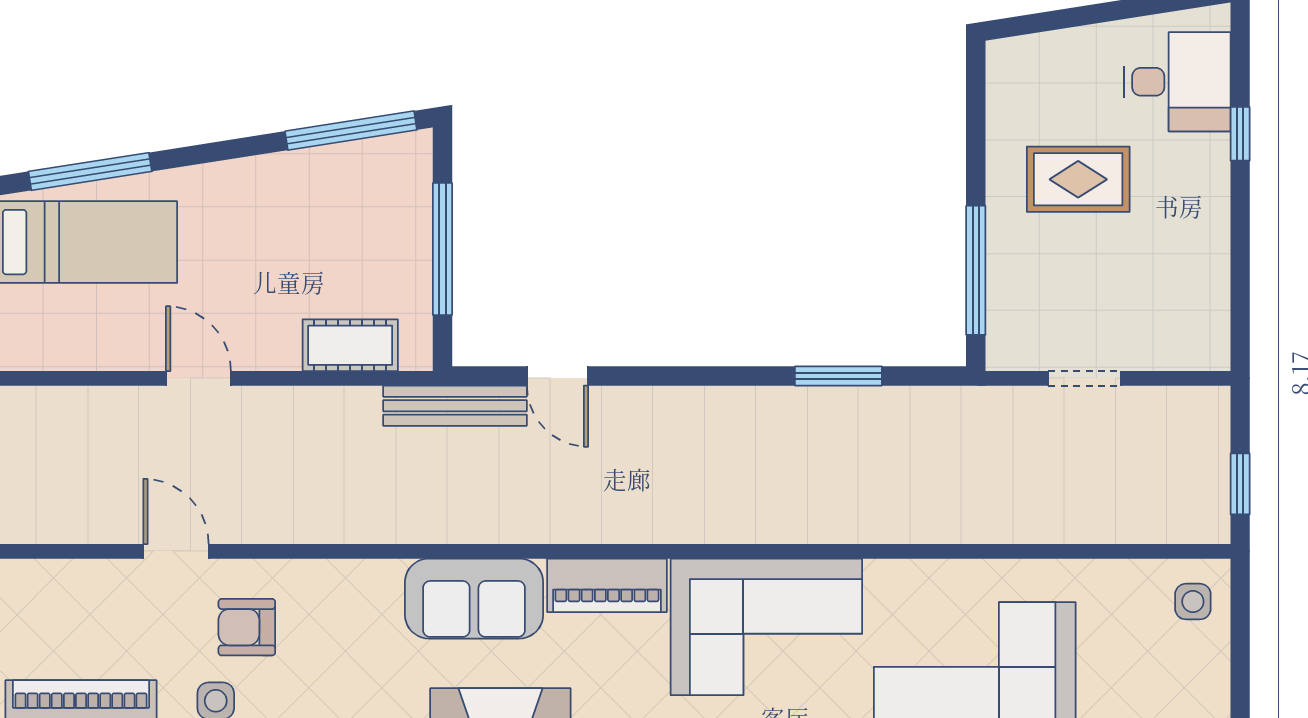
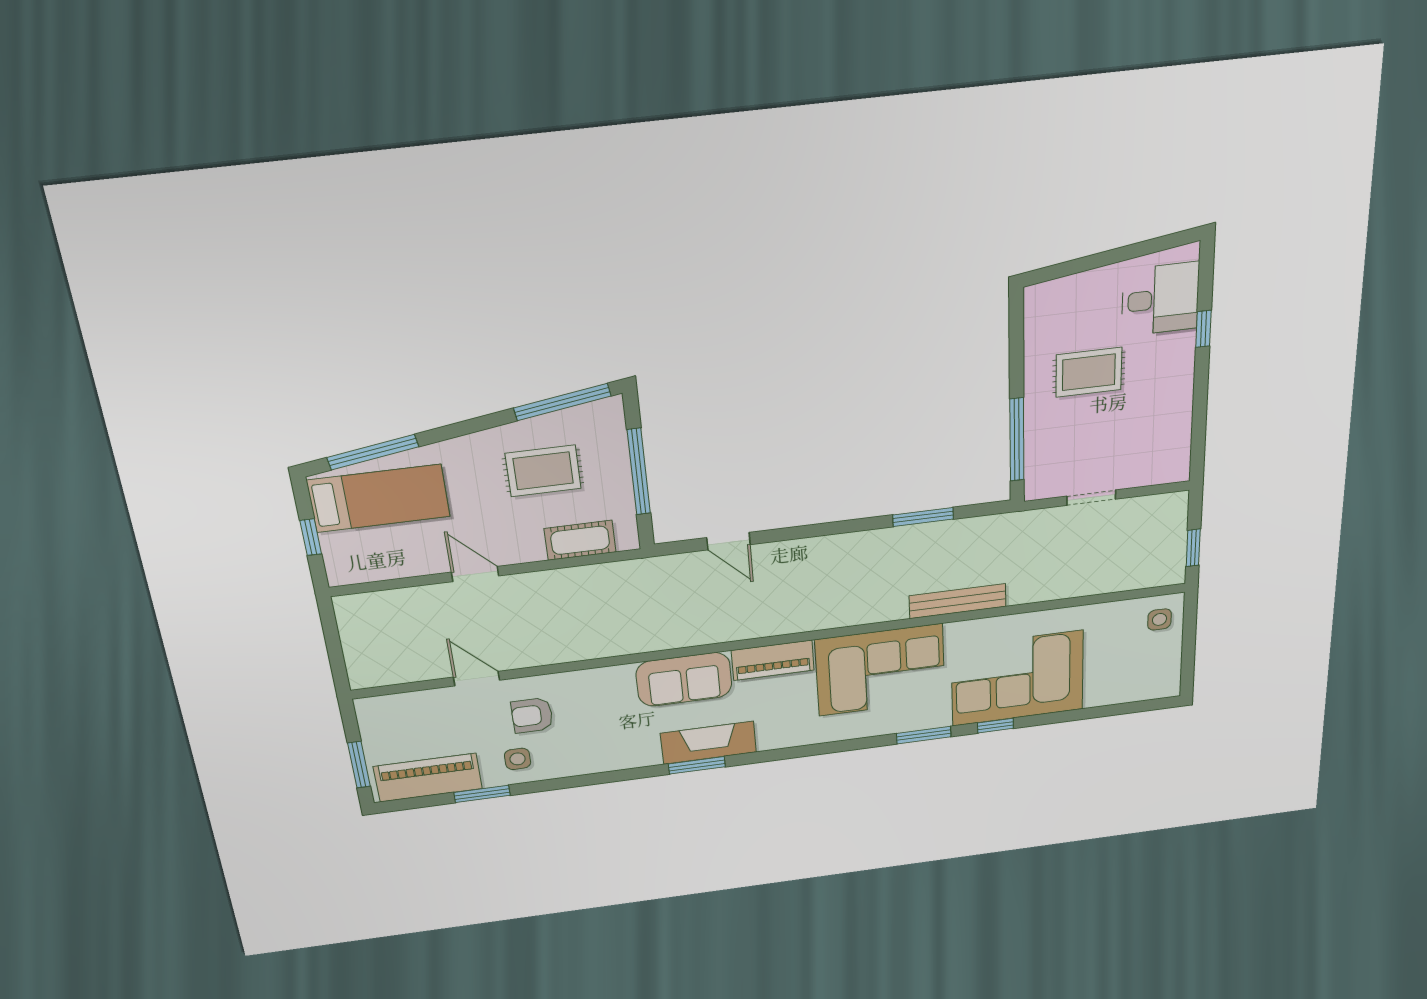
rug: (313, 230) -> (543, 471), added
bench: (455, 406) -> (958, 601), moved

